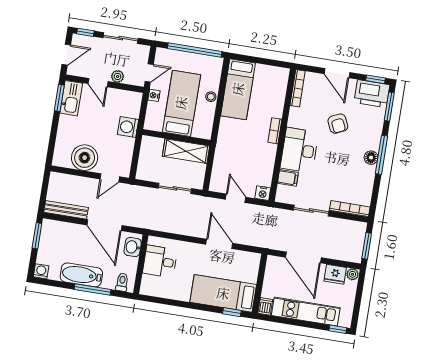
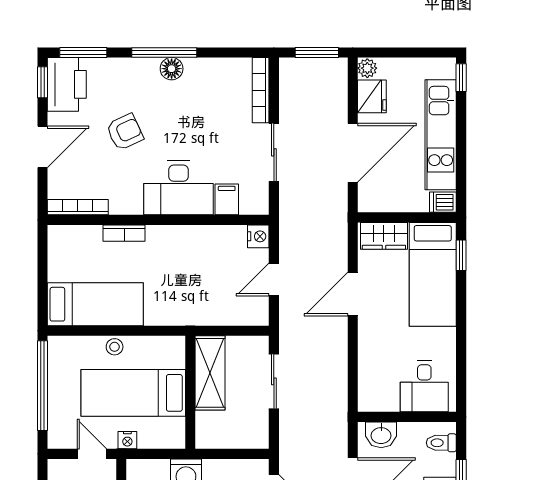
bookcase: (275, 131) -> (124, 233), moved
desk: (160, 261) -> (424, 386), moved
wardrobe: (251, 268) -> (384, 236), added

